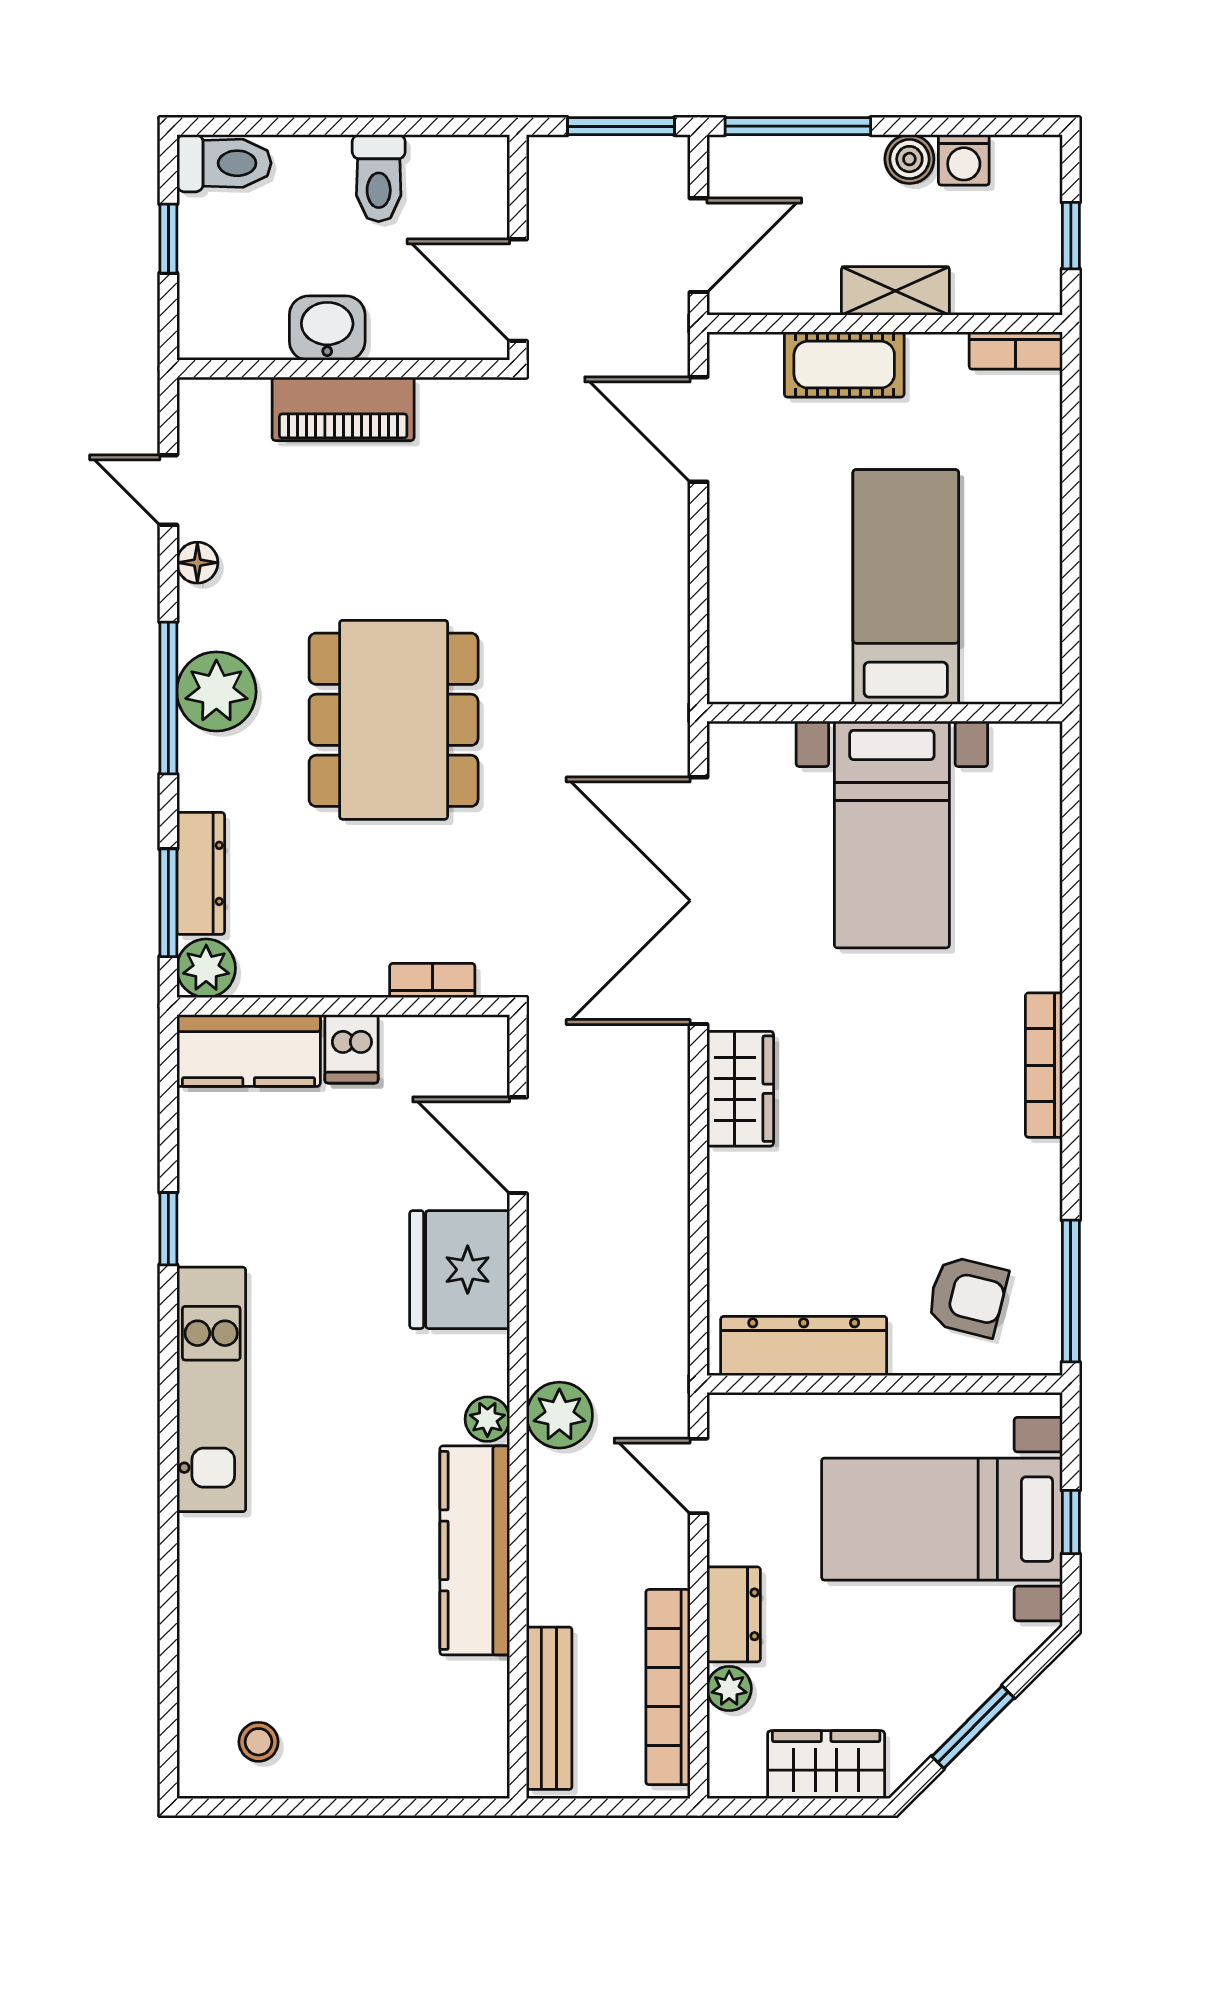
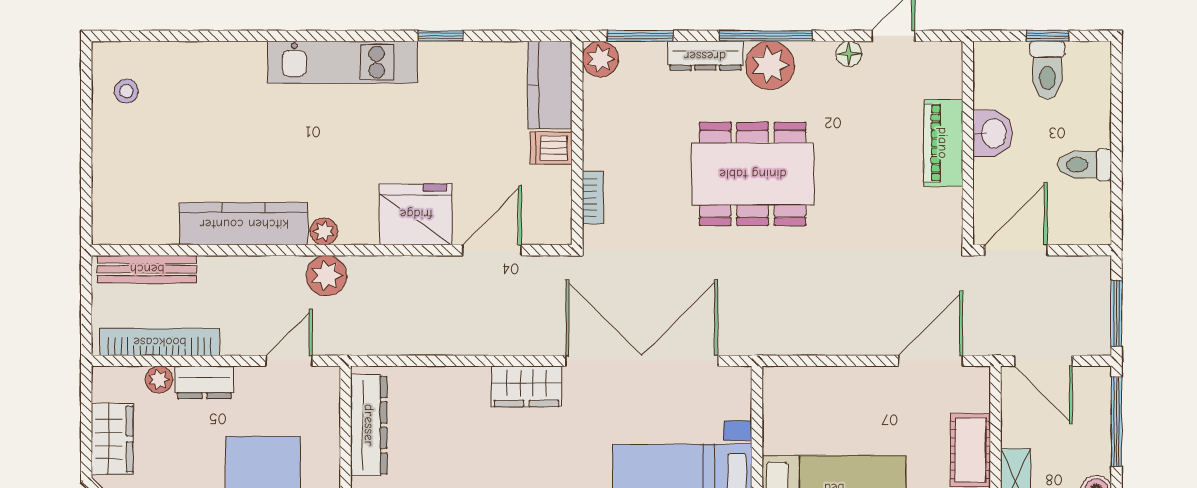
toilet: (224, 163) -> (1047, 70), moved
dresser: (201, 873) -> (705, 56), moved

